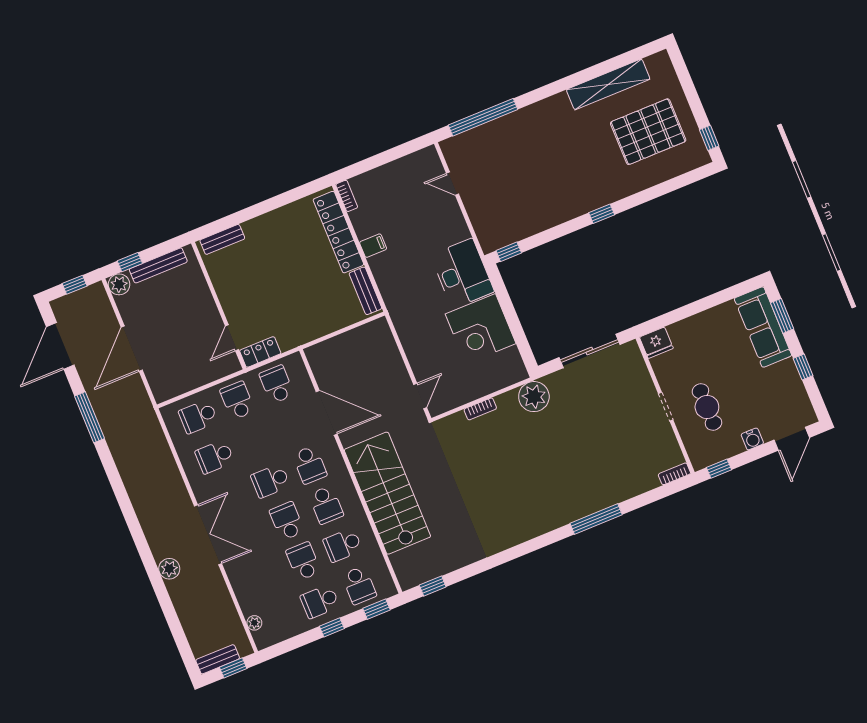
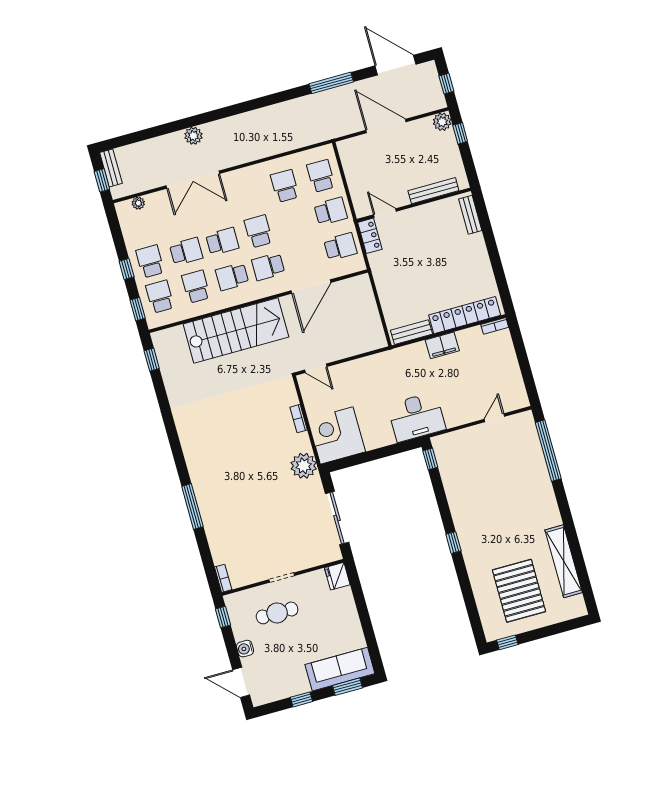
filing cabinet: (373, 246) -> (442, 345), width x2.00
bench: (158, 265) -> (433, 191), moved, turned 90
corner desk: (481, 329) -> (337, 435), moved
double door: (208, 535) -> (193, 180), moved
school desk: (359, 585) -> (160, 297), turned 90

